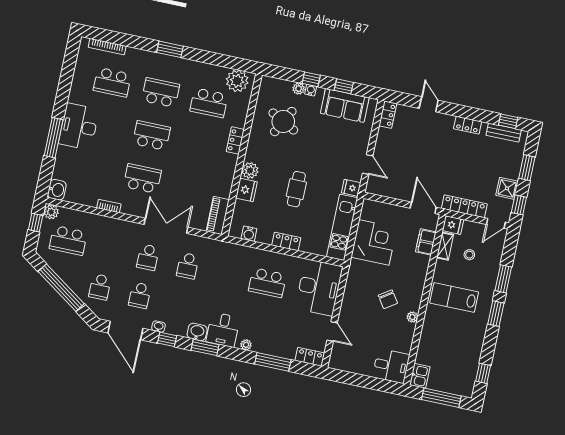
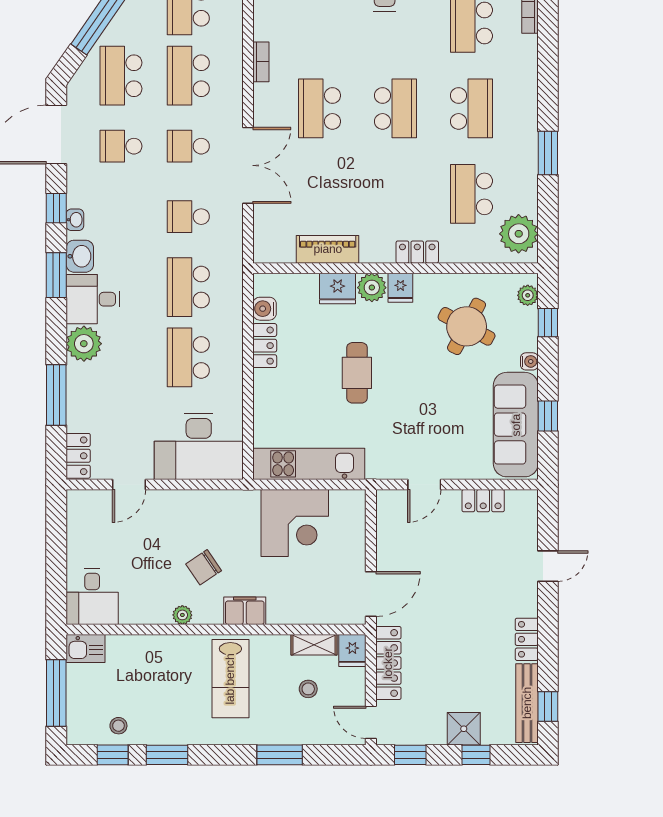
window: (170, 49) -> (548, 153), moved
window: (311, 79) -> (548, 323), moved
plant: (299, 89) -> (528, 295), moved
sofa: (345, 105) -> (516, 425), width x1.36
locker: (388, 115) -> (483, 501), moved
bench: (504, 133) -> (527, 703), width x1.36
window: (527, 168) -> (476, 755), width x0.67
school desk: (142, 179) -> (319, 108), turned 180
fridge: (351, 188) -> (400, 288), moved, turned 180
shower: (507, 188) -> (464, 729), moved
cafe table: (296, 189) -> (357, 373), turned 90
piano: (218, 216) -> (328, 249), moved
locker: (286, 241) -> (265, 346), moved
filing cabinet: (426, 242) -> (245, 611), moved
school desk: (108, 249) -> (188, 76), added
school desk: (228, 274) -> (188, 287), added
school desk: (100, 287) -> (121, 76), width x1.85
lab bench: (454, 297) -> (230, 679), turned 180
window: (496, 314) -> (167, 755), moved
washbasin: (158, 327) -> (75, 220), moved
plant: (246, 345) -> (84, 344), width x1.87, depth x1.87
stool: (467, 366) -> (118, 726), added

